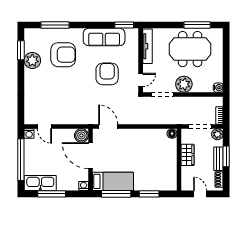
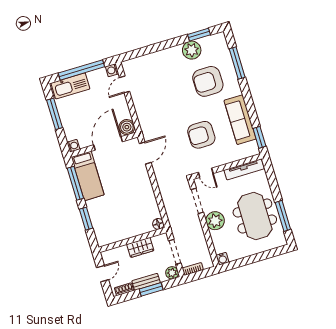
armchair: (63, 55) -> (208, 81), turned 90
armchair: (107, 74) -> (201, 135), turned 180
kitchen sink: (40, 183) -> (70, 86), moved, turned 90

